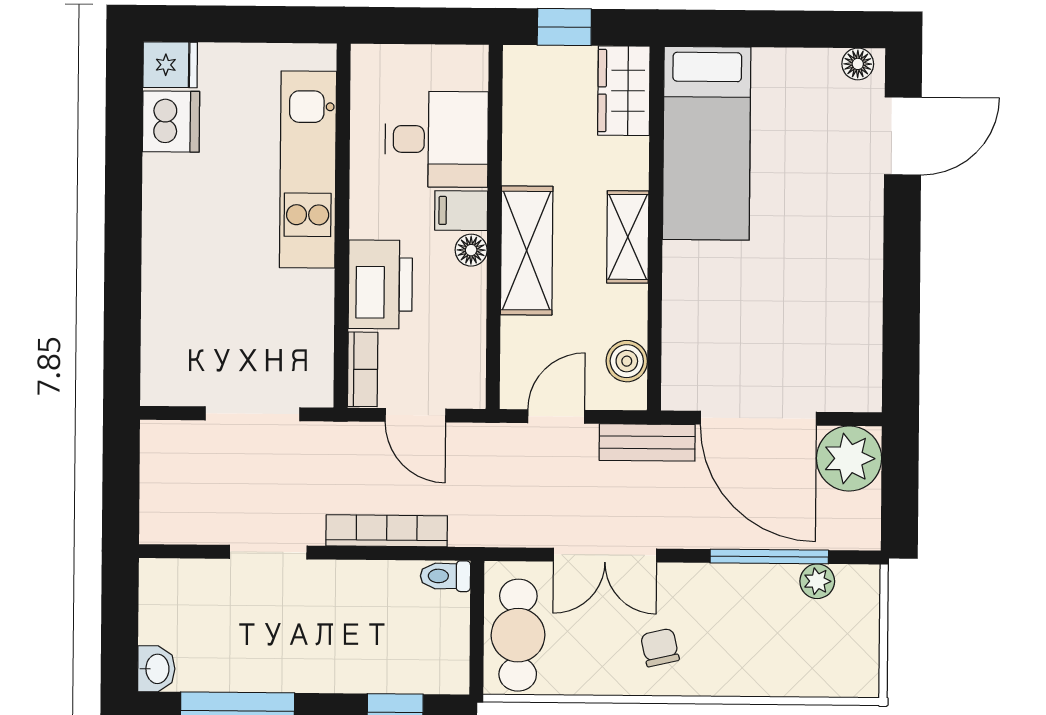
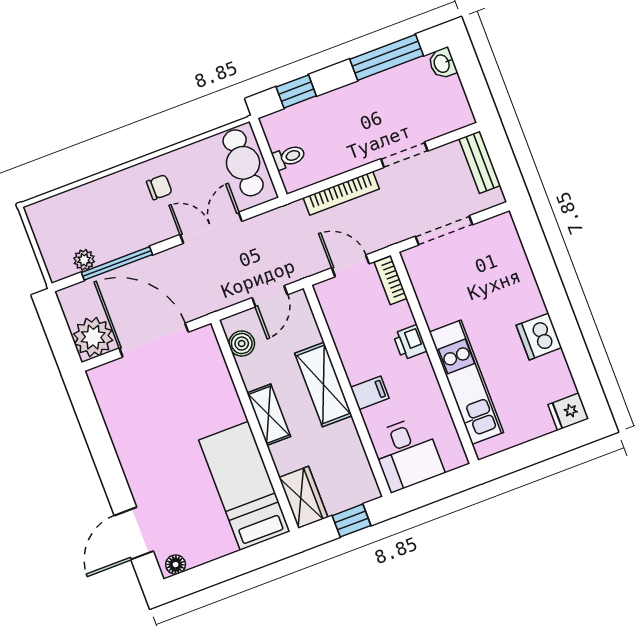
dishwasher: (171, 122) -> (539, 336), moved
desk: (437, 139) -> (407, 454), moved, turned -90
floor lamp: (471, 250) -> (355, 372), removed
printer: (380, 284) -> (410, 342), width x0.53, depth x0.68
bench: (647, 442) -> (480, 162), moved, turned 90
toilet: (445, 576) -> (289, 157), moved
chair: (660, 648) -> (159, 187), turned -77

